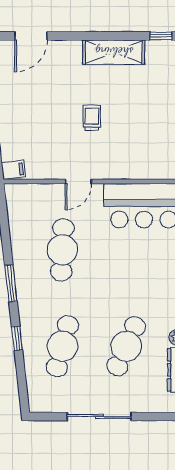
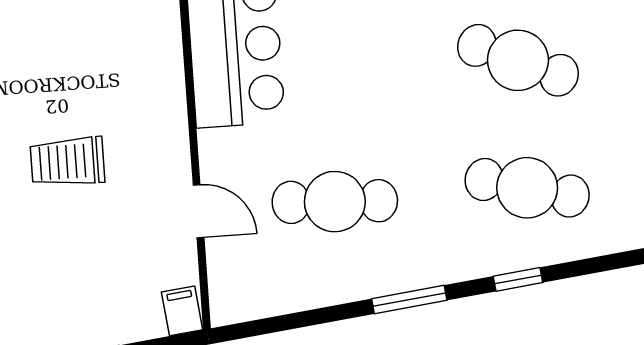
trolley: (92, 118) -> (67, 162), width x1.36, depth x1.39
door: (78, 182) -> (199, 211), moved

